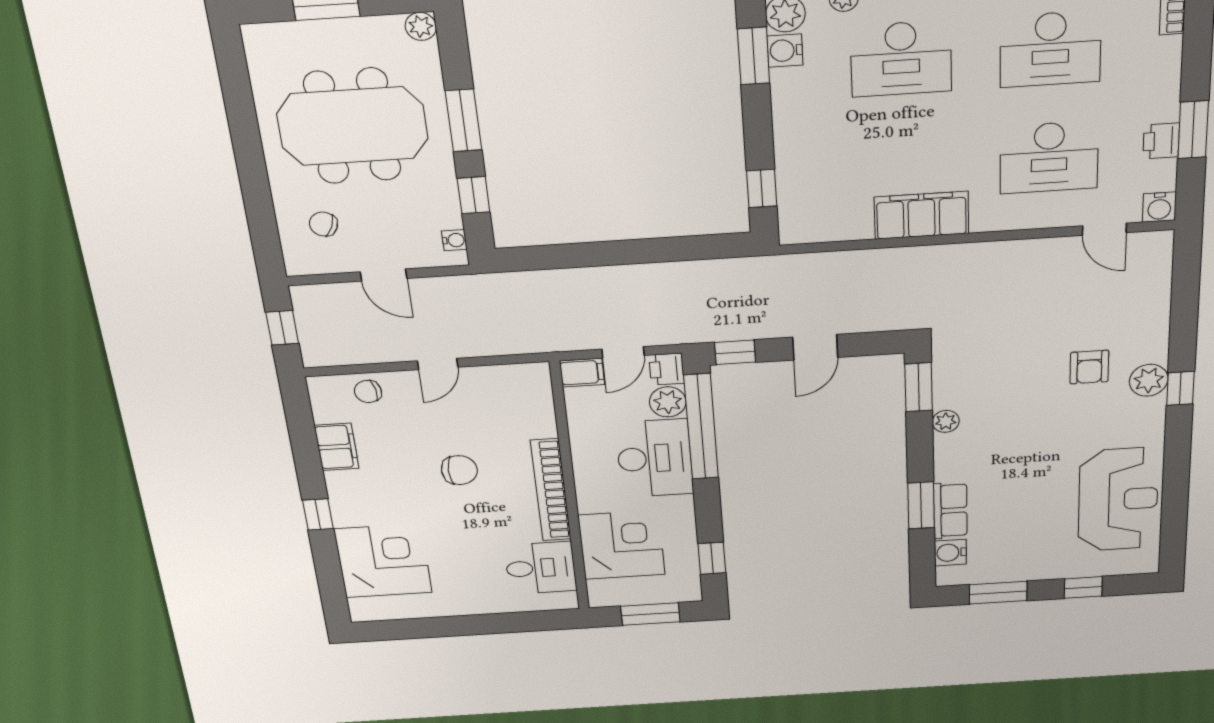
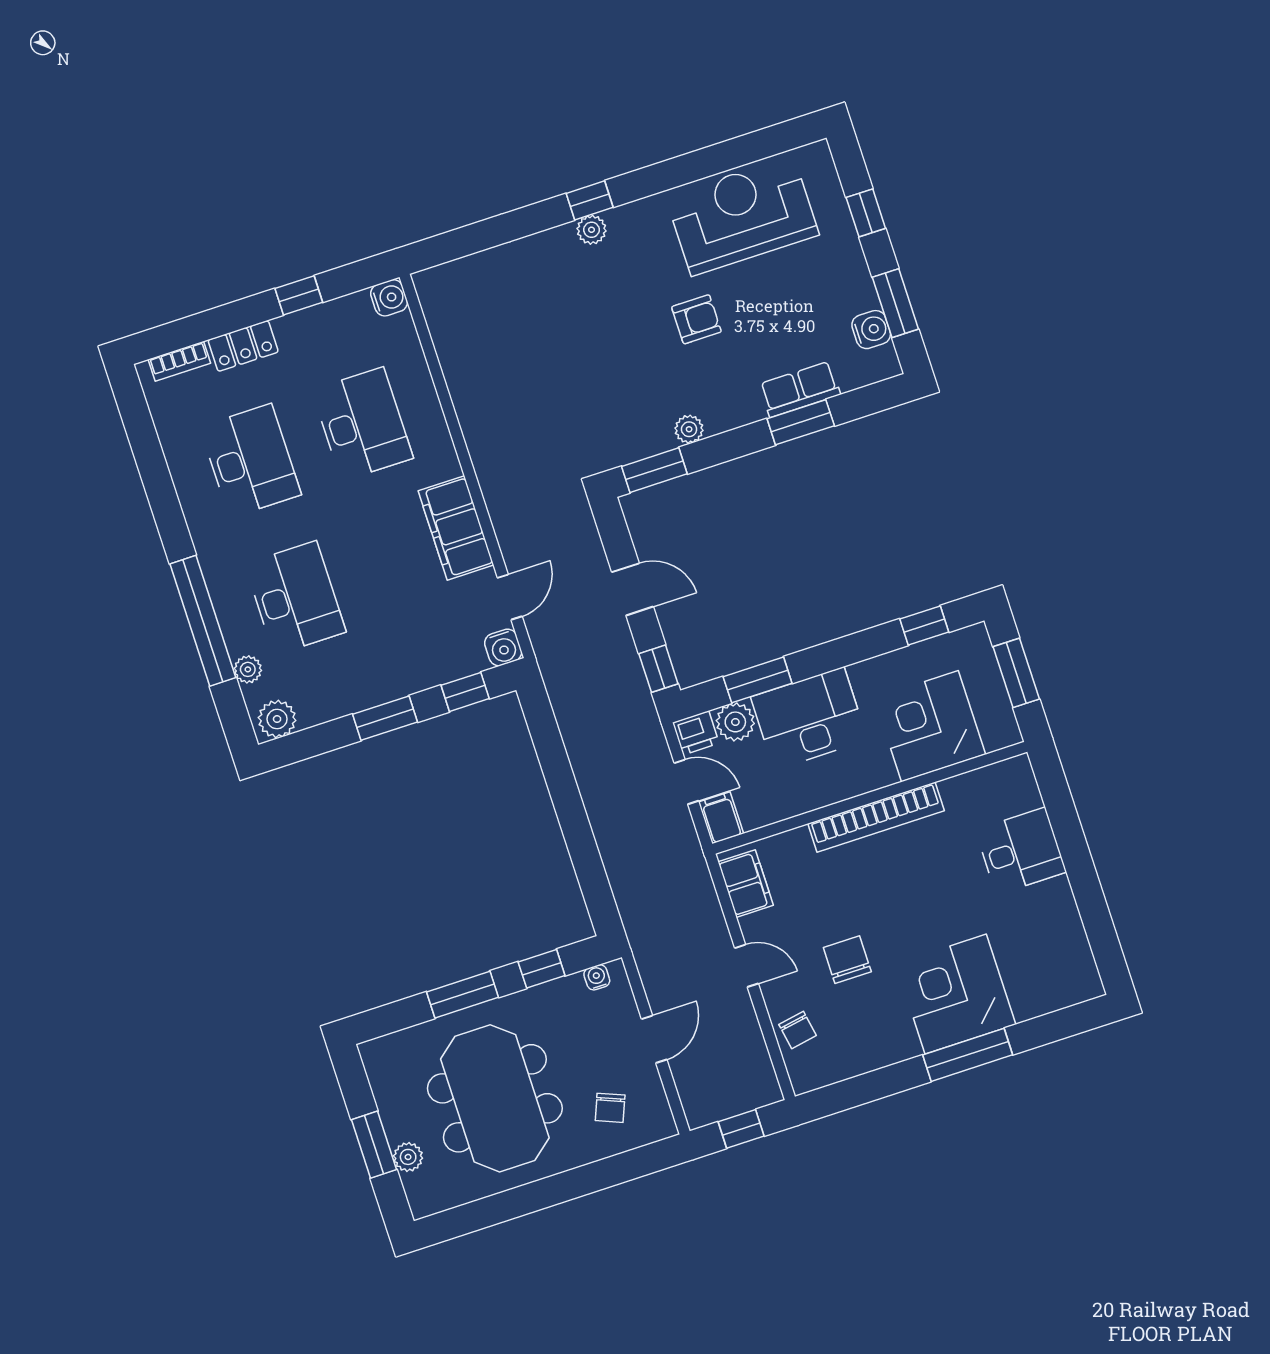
plant: (421, 26) -> (408, 1157), moved
water cooler: (785, 50) -> (503, 647), moved
window: (754, 56) -> (385, 718), moved
locker: (1165, 69) -> (243, 346), added
window: (1193, 130) -> (299, 295), width x0.67
printer: (1161, 141) -> (318, 322), removed
door: (1104, 229) -> (510, 597), moved
armchair: (1089, 367) -> (696, 319), moved
plant: (1149, 380) -> (592, 230), width x0.73, depth x0.73
window: (701, 427) -> (758, 680), width x0.47
filing cabinet: (337, 447) -> (746, 884), moved, turned 90
chair: (459, 470) -> (847, 960), moved
window: (318, 514) -> (968, 1055), width x2.17
water cooler: (950, 553) -> (871, 330), moved, turned -90
corner desk: (383, 561) -> (956, 994), moved
desk: (541, 568) -> (1021, 851), moved, turned 90

